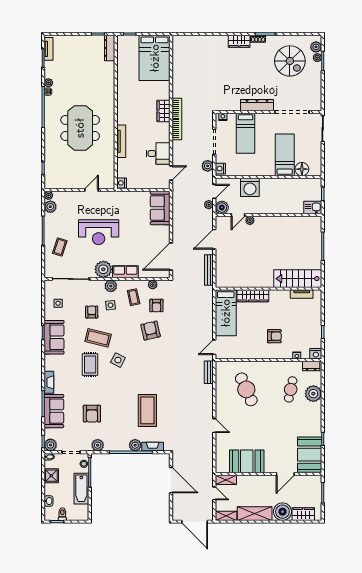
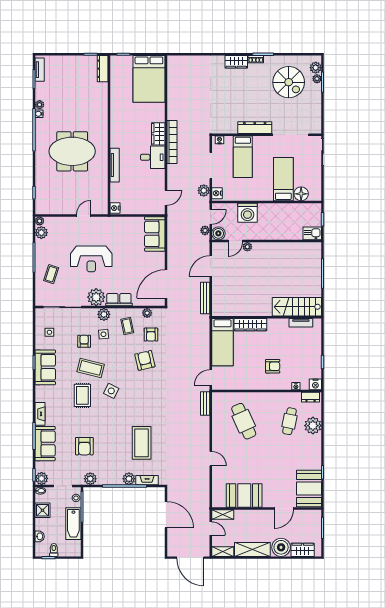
meeting table: (80, 128) -> (72, 151), turned 90
desk: (158, 154) -> (153, 157), moved

